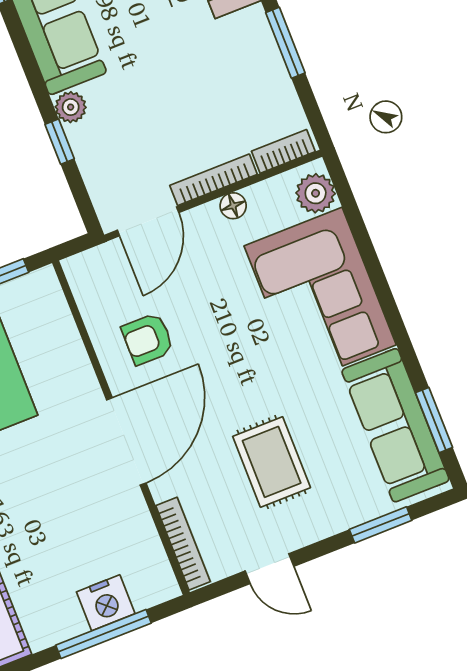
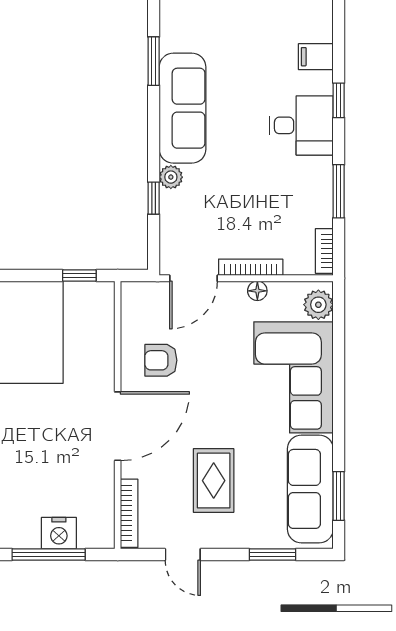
bookcase: (283, 151) -> (324, 251), moved, turned -90

